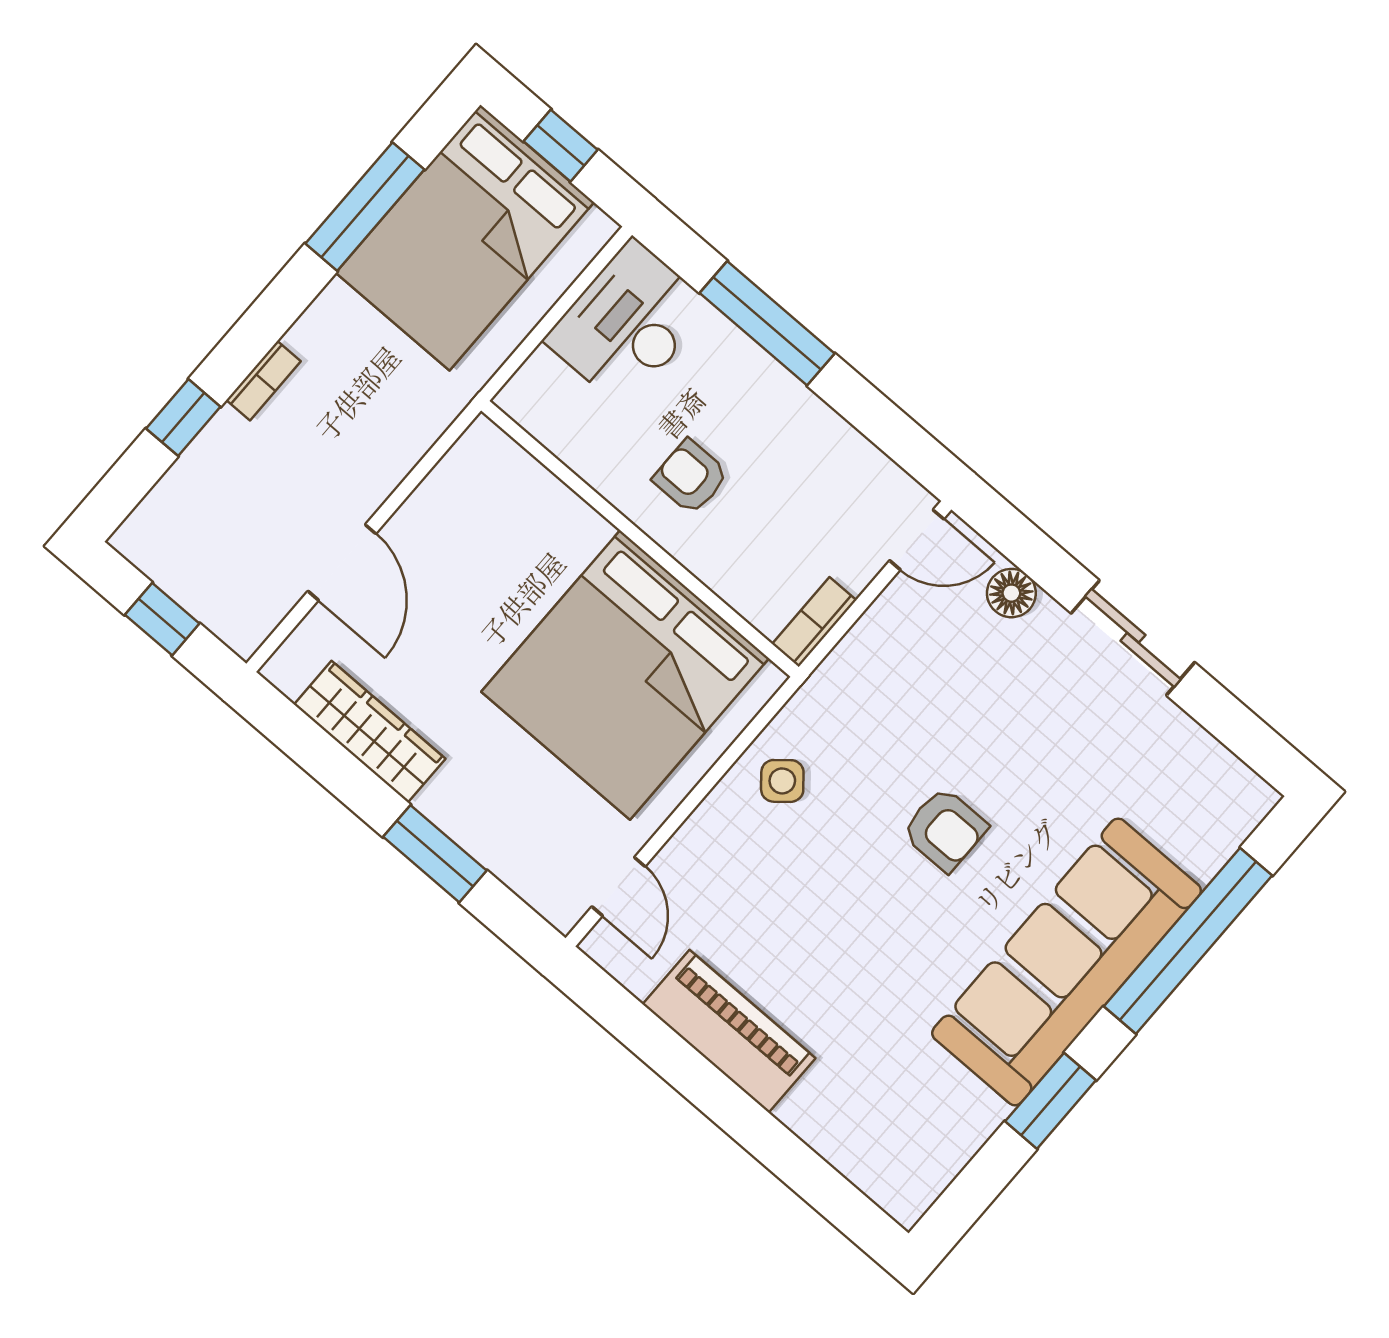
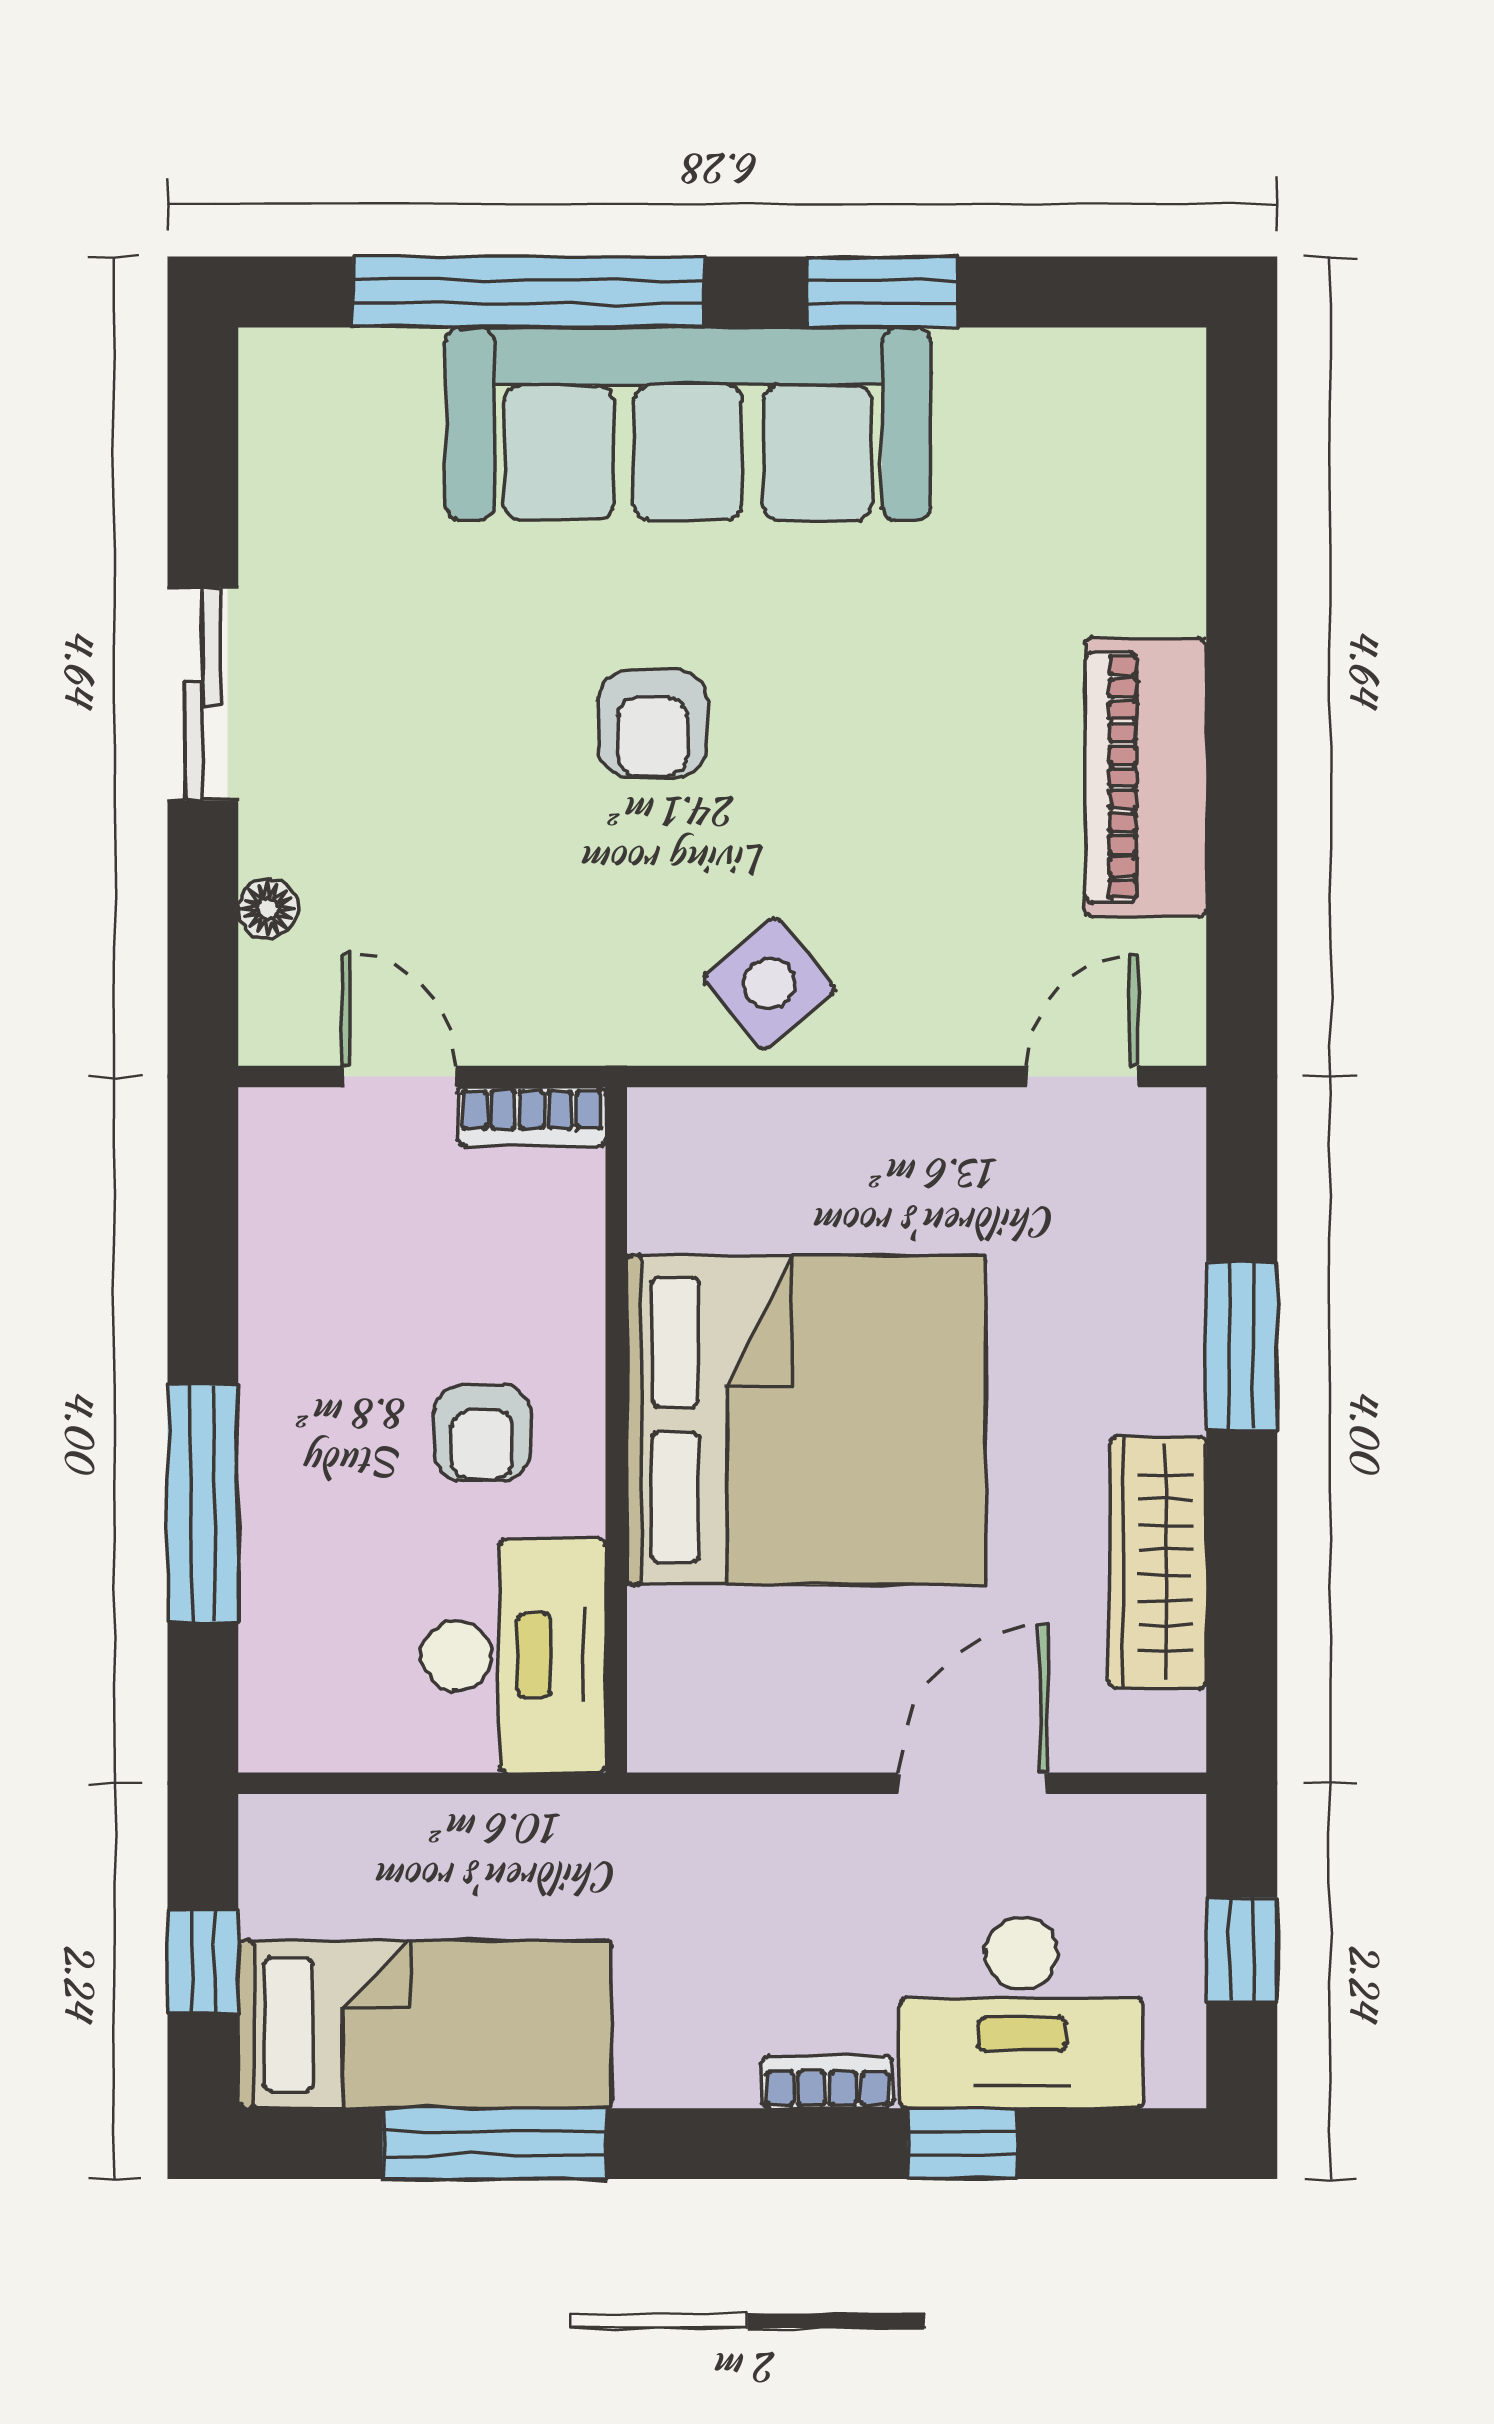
bed: (465, 238) -> (425, 2024), width x0.67
desk: (628, 323) -> (514, 1655), moved, turned -90
desk: (219, 495) -> (1022, 2013), added
door: (917, 540) -> (399, 1076), moved
floor lamp: (1011, 593) -> (268, 909), width x0.73, depth x0.73
bed: (625, 675) -> (806, 1420), moved
side table: (782, 781) -> (769, 983), width x1.37, depth x1.37
armchair: (945, 829) -> (653, 724), turned 180

